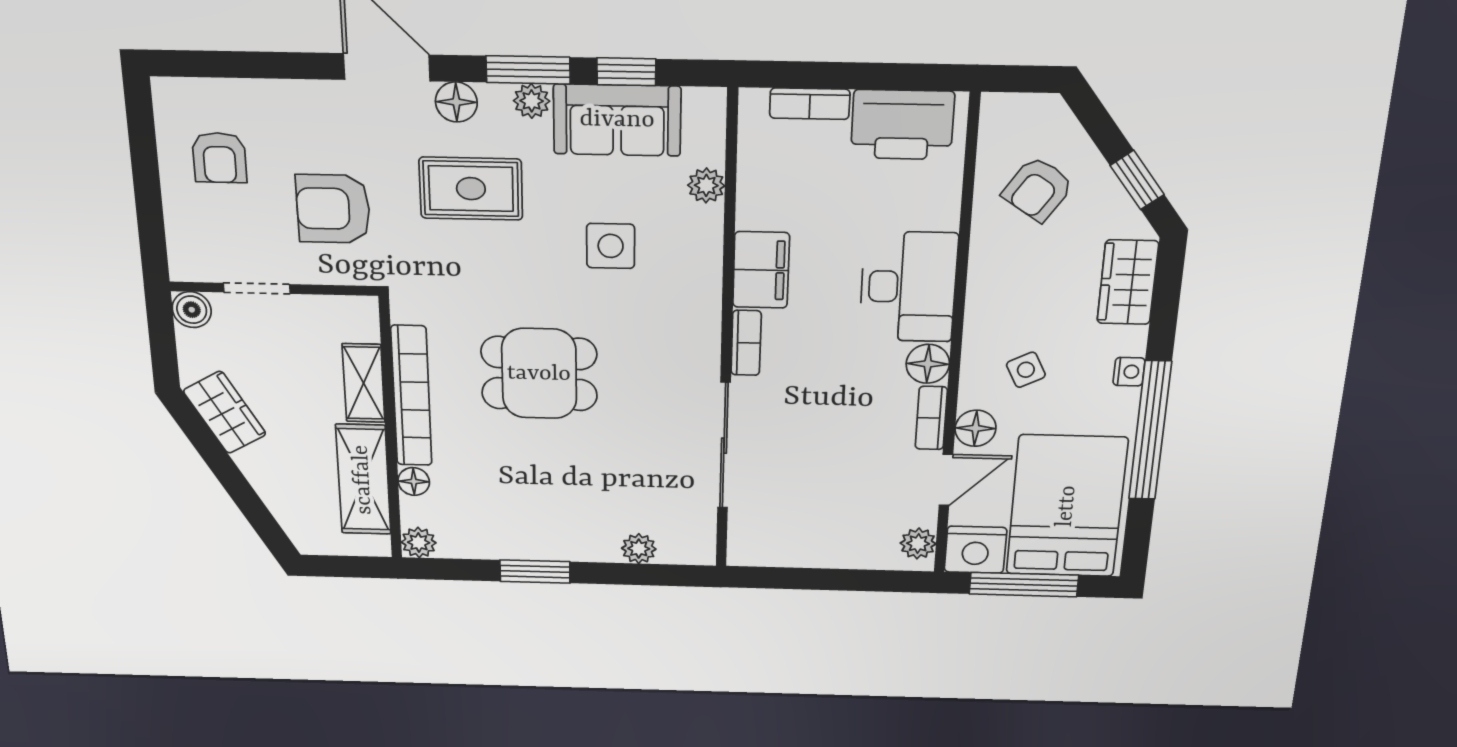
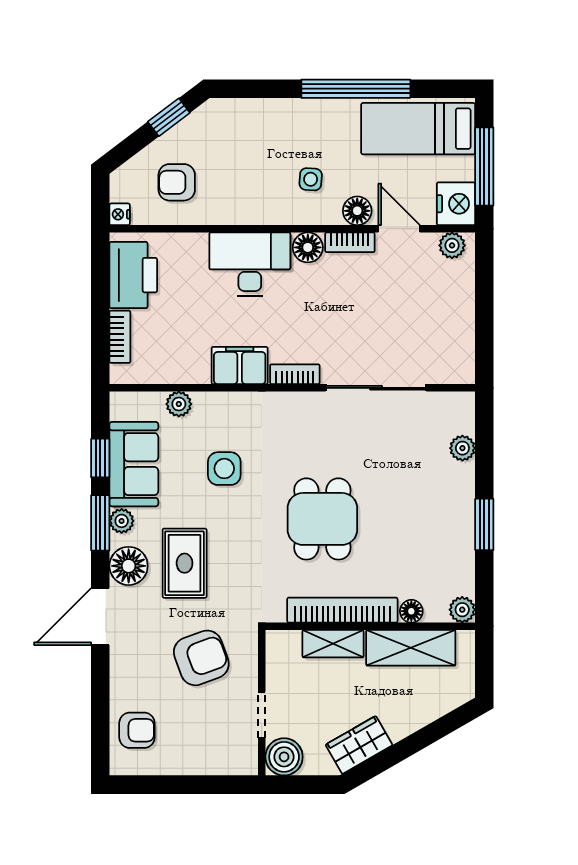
floor lamp: (456, 102) -> (129, 566), width x1.38, depth x1.38
armchair: (219, 158) -> (137, 730), moved
armchair: (1038, 189) -> (177, 182), turned 146
armchair: (333, 209) -> (201, 658), turned -110
wardrobe: (1128, 282) -> (243, 116), removed
boiler: (192, 310) -> (284, 757), width x1.36, depth x1.36
side table: (1026, 370) -> (311, 179), turned 31
nightstand: (1129, 372) -> (120, 214), moved, turned -90
bed: (1067, 506) -> (418, 129), width x0.67

